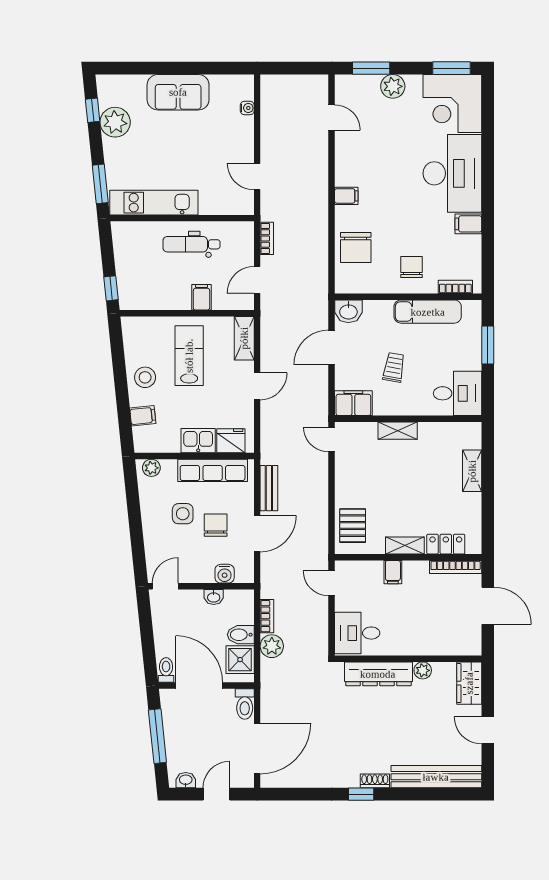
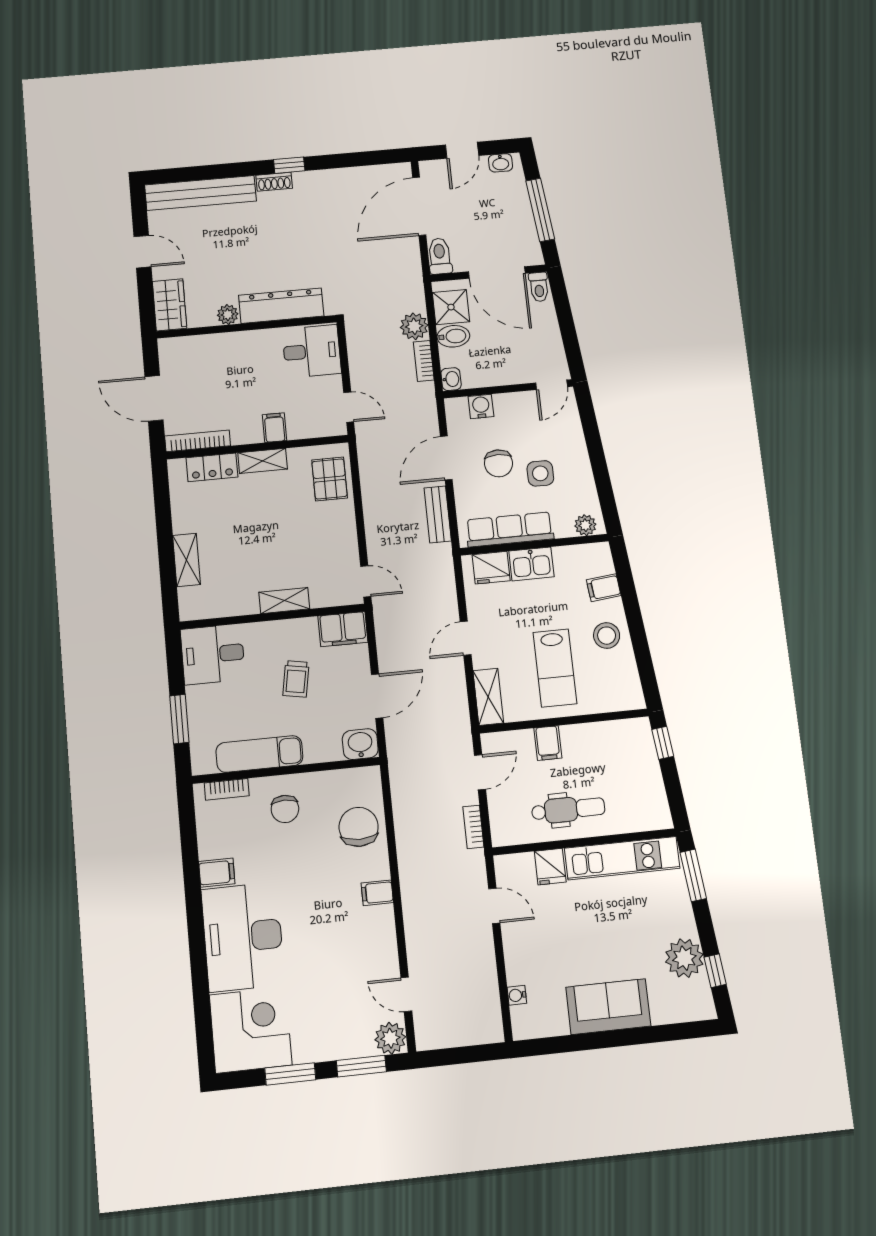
window: (451, 68) -> (290, 1074), moved
plant: (393, 86) -> (390, 1038), moved
fridge: (211, 202) -> (550, 867), added
washbasin: (214, 597) -> (451, 379), moved, turned 90

